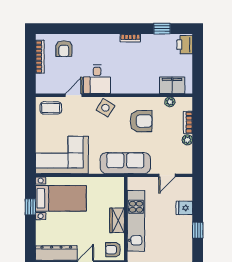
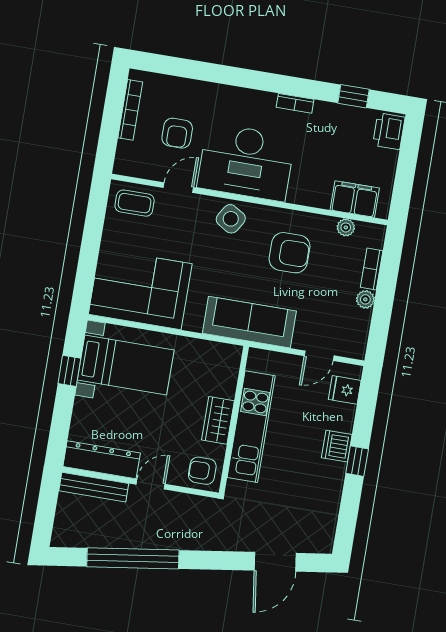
armchair: (64, 49) -> (177, 133), moved
desk: (97, 79) -> (246, 162), width x1.87, depth x1.30
fridge: (184, 208) -> (345, 390), moved
dishwasher: (185, 224) -> (337, 446), added

